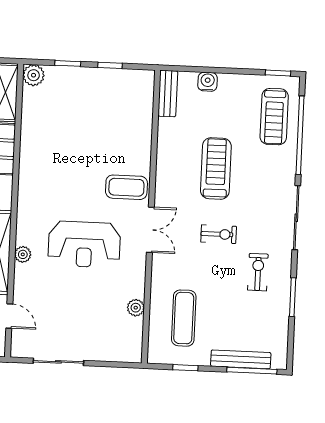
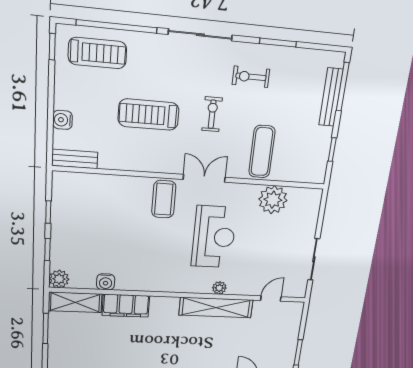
water cooler: (30, 126) -> (106, 282), added
plant: (136, 308) -> (273, 200), width x1.88, depth x1.88
exercise mat: (184, 318) -> (262, 152), moved, turned 90

